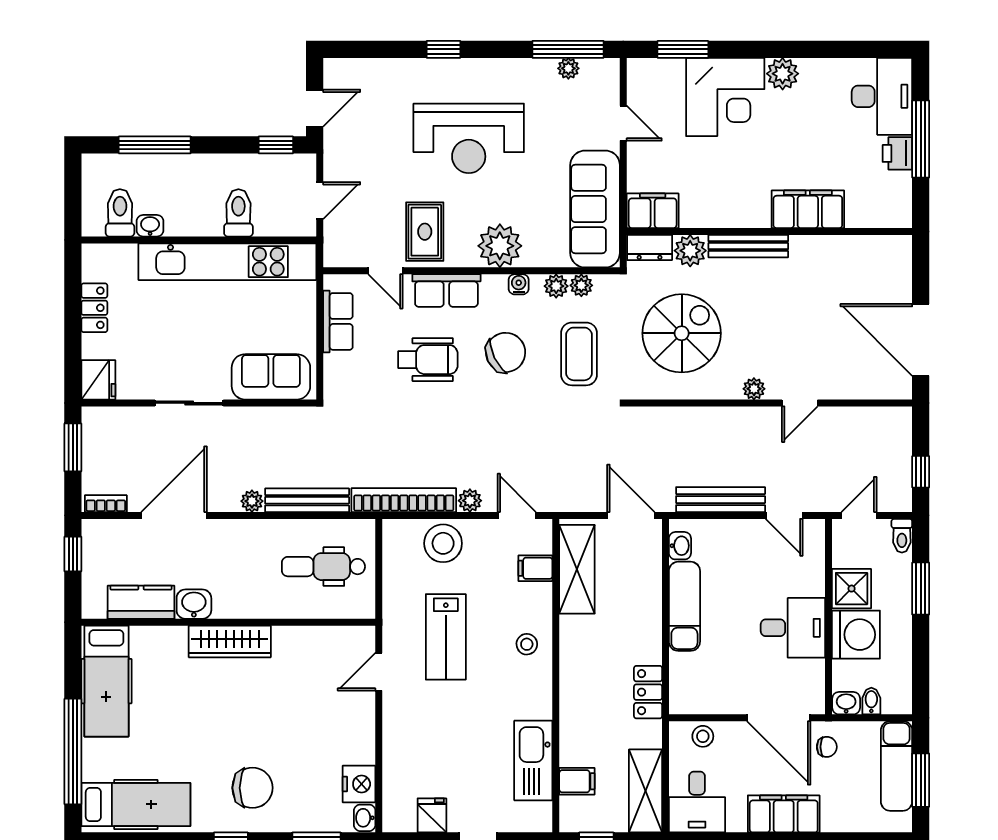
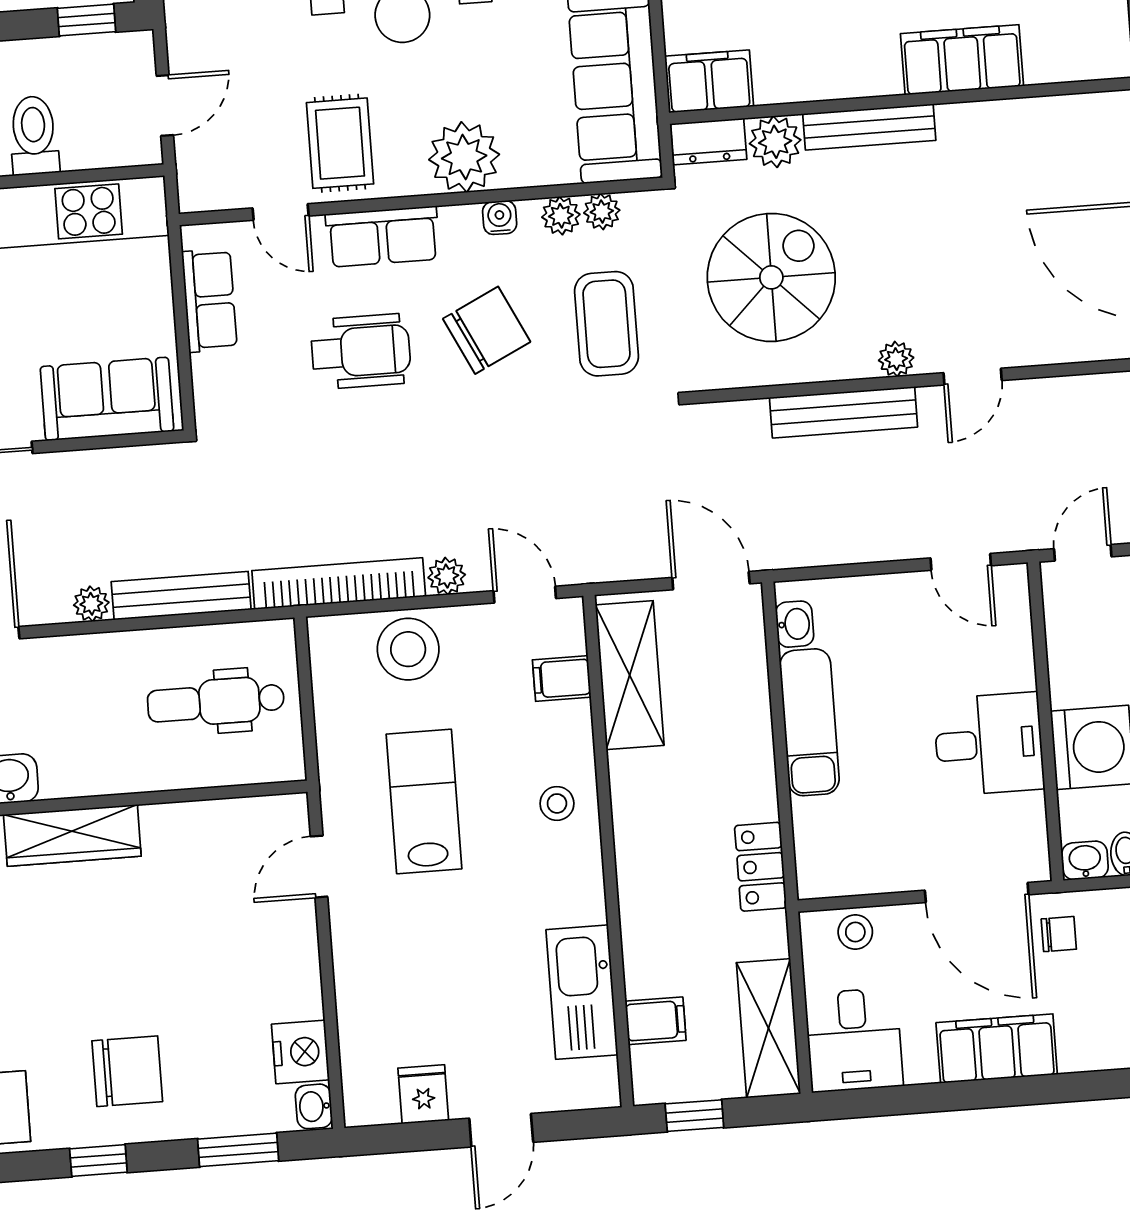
bench: (721, 500) -> (844, 412), moved
shower: (852, 589) -> (1080, 673), removed
lab bench: (446, 637) -> (424, 801), turned 180

